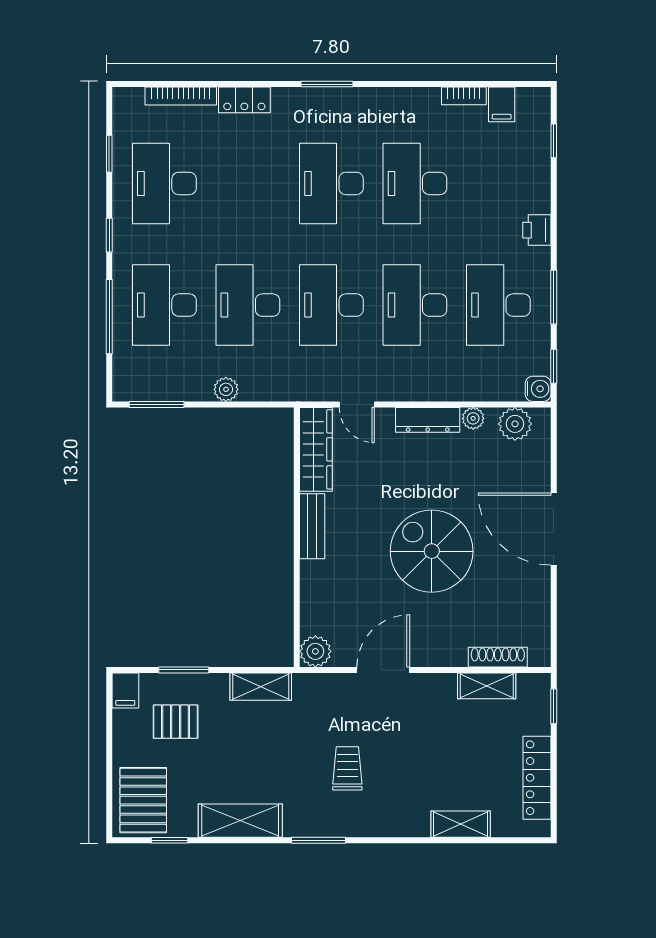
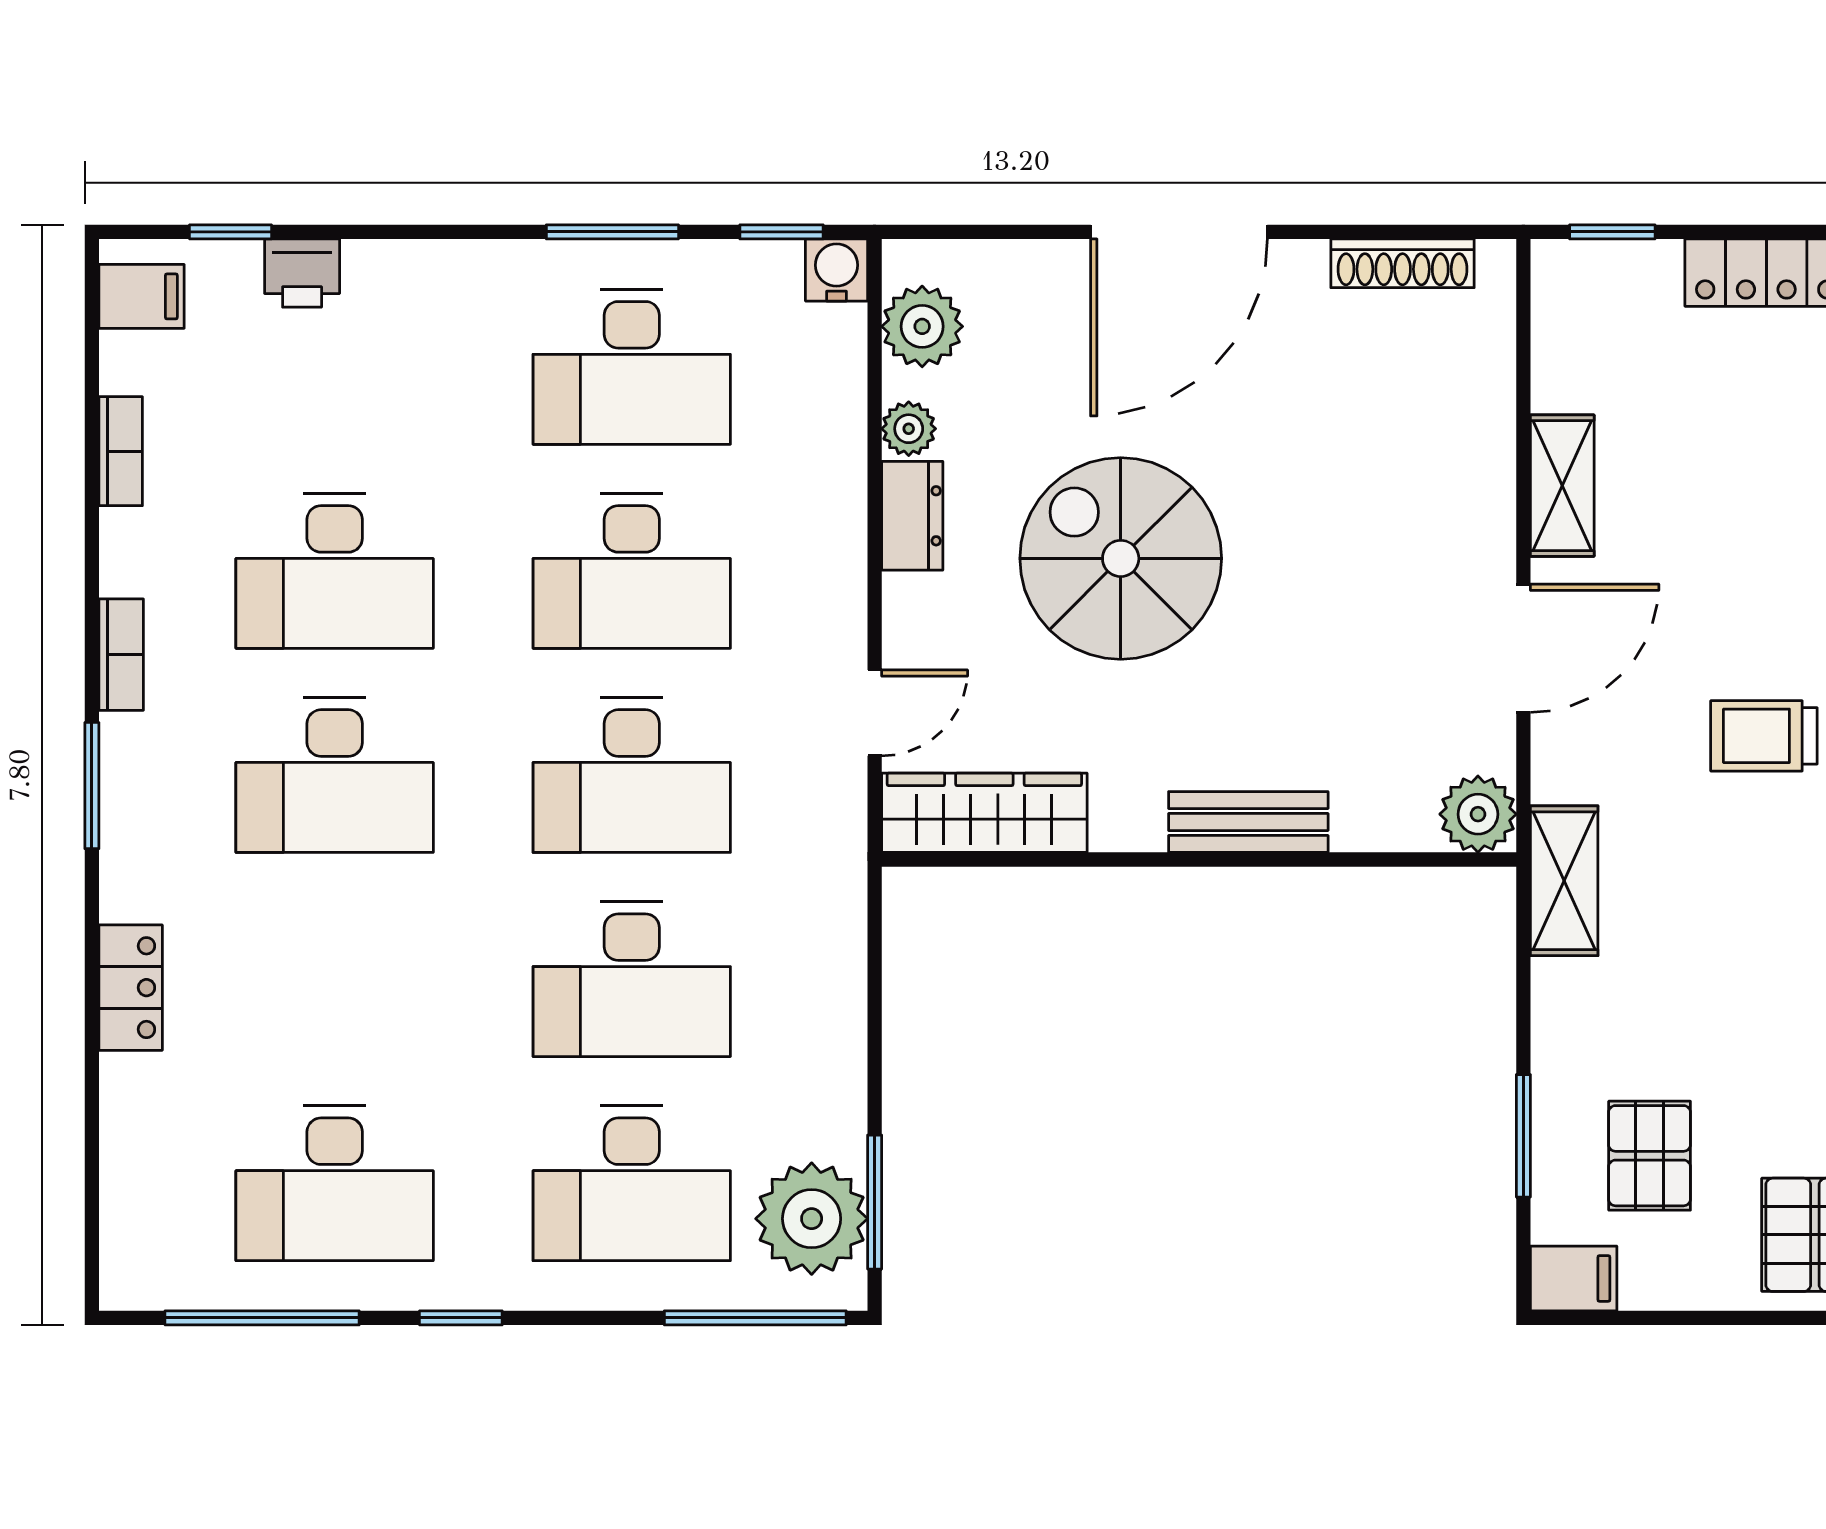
bookcase: (181, 96) -> (121, 655), moved, width x0.64
filing cabinet: (502, 104) -> (142, 296), moved
window: (109, 154) -> (262, 1318), width x2.17
printer: (537, 230) -> (302, 273), moved
window: (109, 317) -> (755, 1318), moved
plant: (226, 389) -> (812, 1219), moved, width x1.88, depth x1.88
dresser: (428, 420) -> (912, 516), width x0.70
bench: (312, 526) -> (1248, 822), moved
spiral stairs: (432, 551) -> (1121, 558), moved, turned 90
shoe rack: (498, 657) -> (1403, 263), moved, turned -90
door: (383, 670) -> (1523, 648), swing flipped
shelving: (487, 686) -> (1562, 486), moved
shelving: (261, 687) -> (1564, 881), moved

